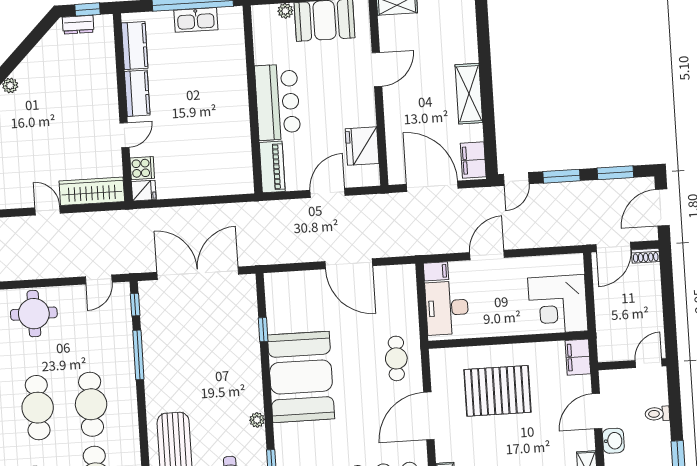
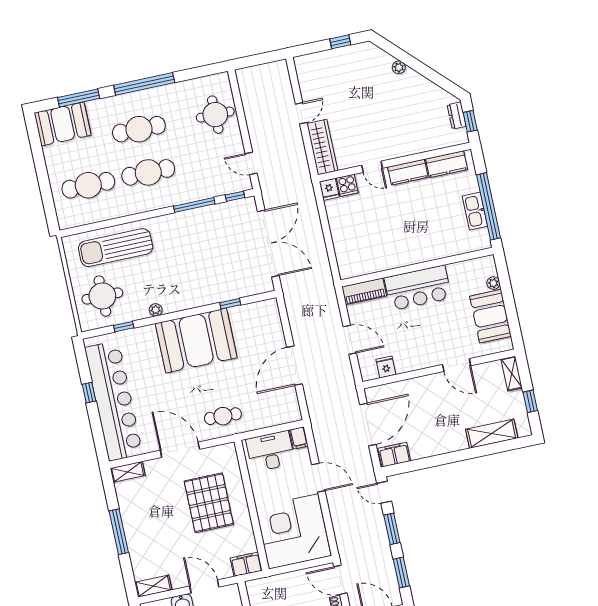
shelving: (469, 94) -> (492, 434), moved
fridge: (362, 146) -> (386, 367), width x0.53, depth x0.75
corner desk: (558, 304) -> (293, 531), width x1.36, depth x1.36

